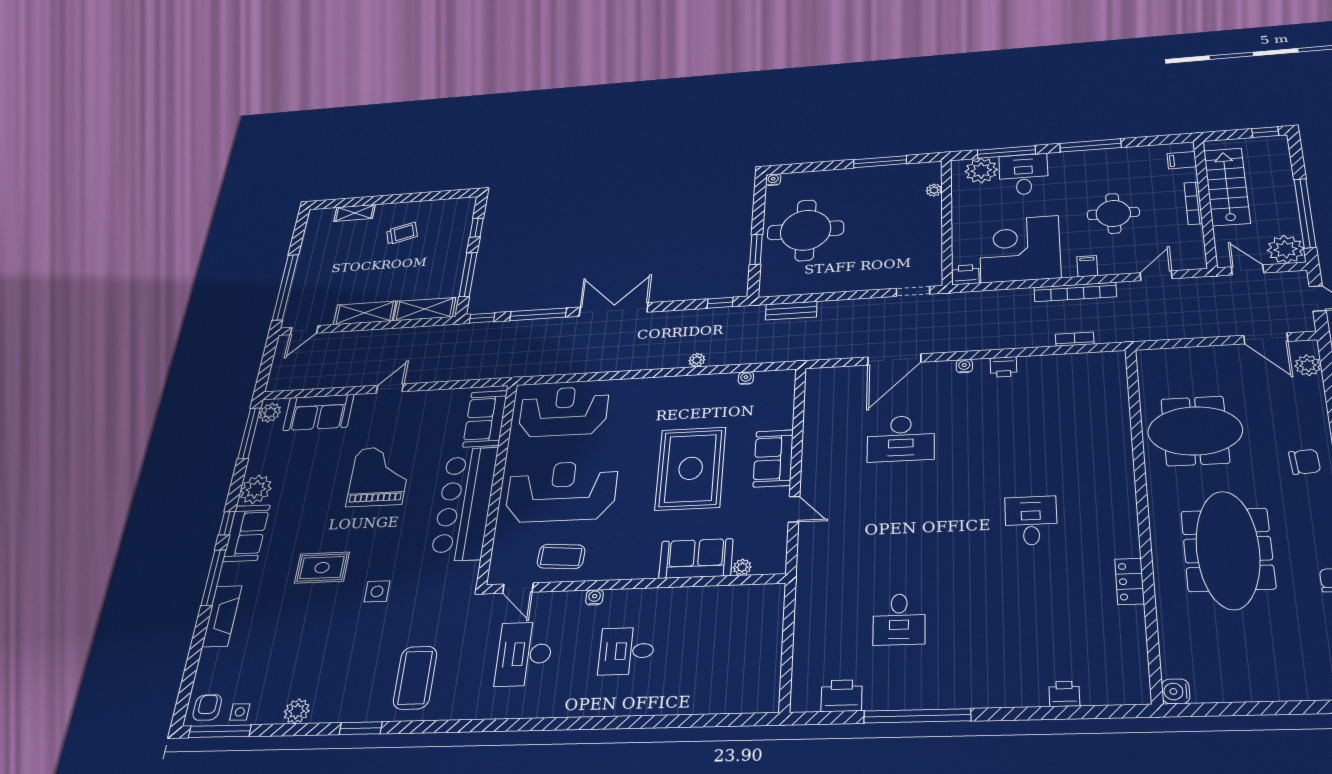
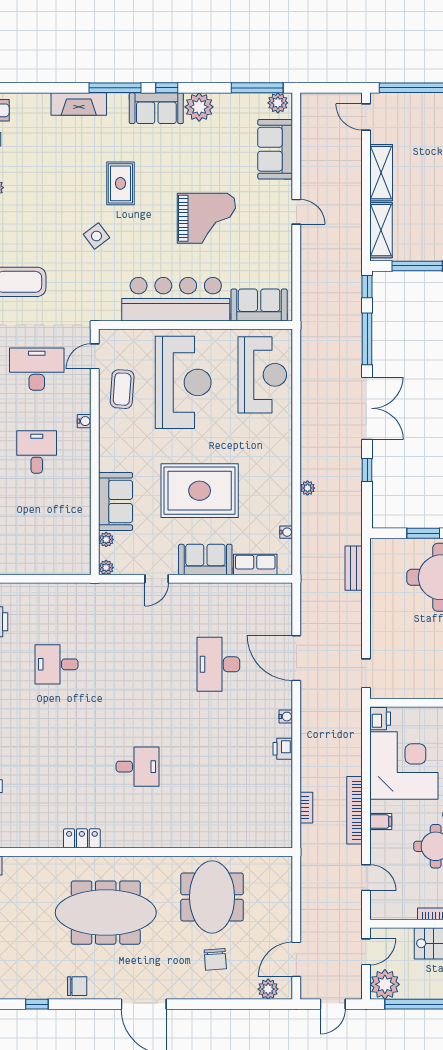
window: (720, 303) -> (367, 470), moved
row of seats: (782, 407) -> (255, 565), added
chair: (1305, 462) -> (215, 959), moved
plant: (777, 566) -> (106, 568), added
side table: (377, 591) -> (97, 236), turned -37

